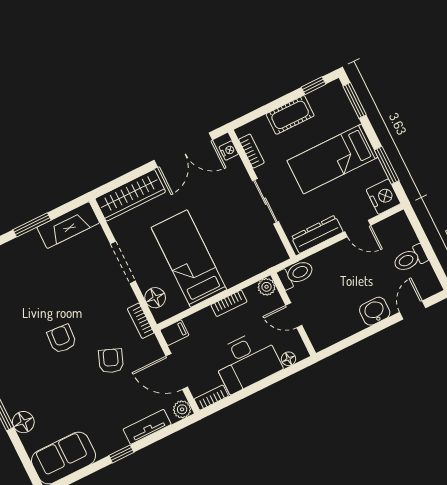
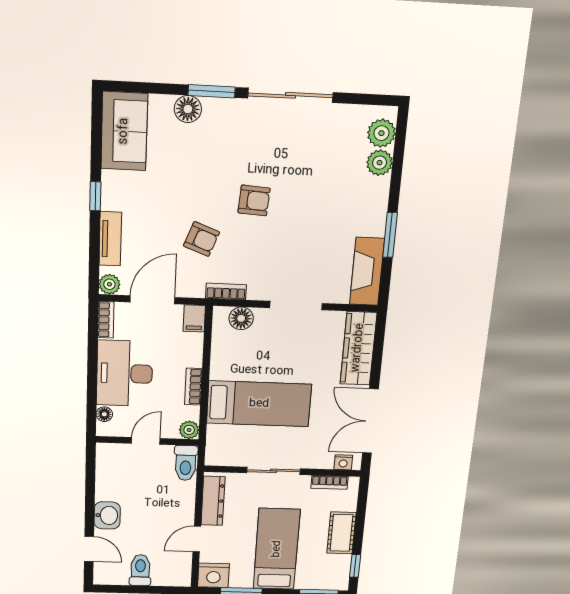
bed: (189, 259) -> (259, 404), moved

